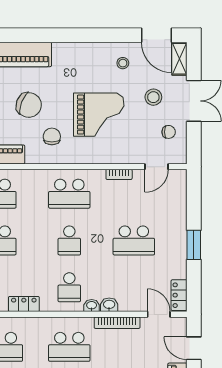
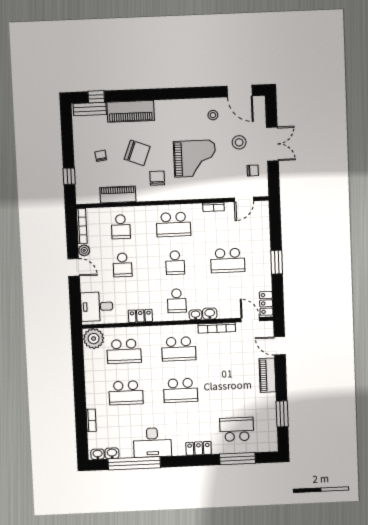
shelving: (179, 59) -> (259, 110), removed

